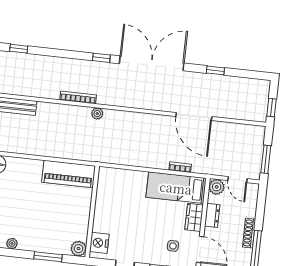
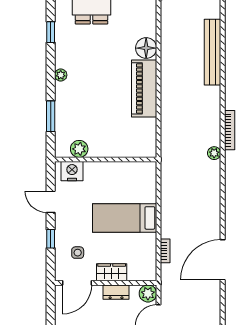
piano: (69, 174) -> (144, 88), moved
bed: (176, 188) -> (125, 218), moved, turned -90
plant: (78, 249) -> (79, 149), moved

